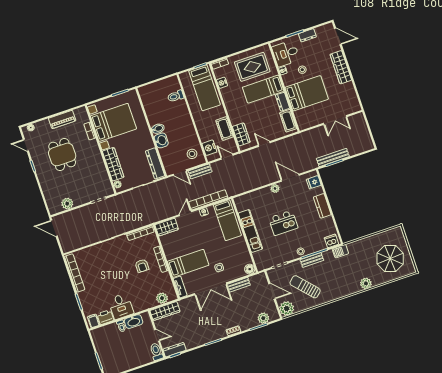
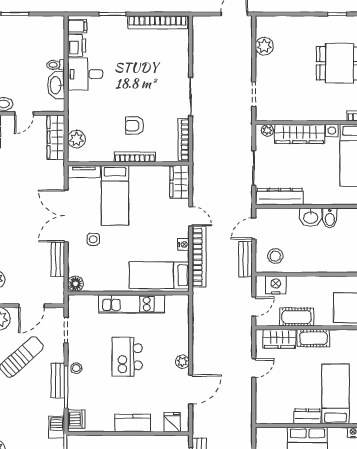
cot: (288, 121) -> (313, 338), moved

